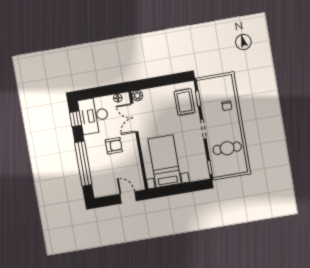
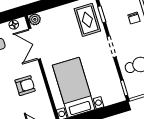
armchair: (114, 146) -> (25, 86), moved

